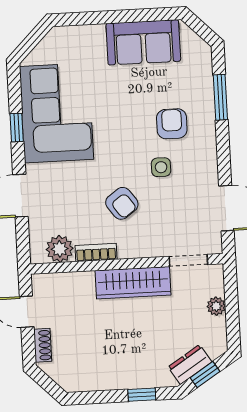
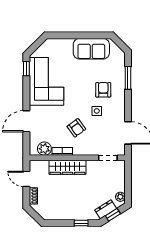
window: (17, 128) -> (26, 69), moved
wardrobe: (133, 283) -> (67, 167), moved
plant: (216, 306) -> (120, 197), moved

